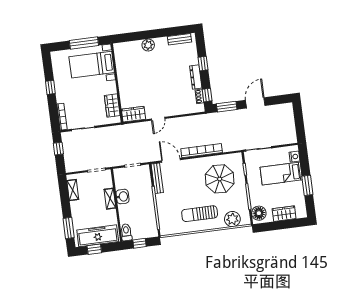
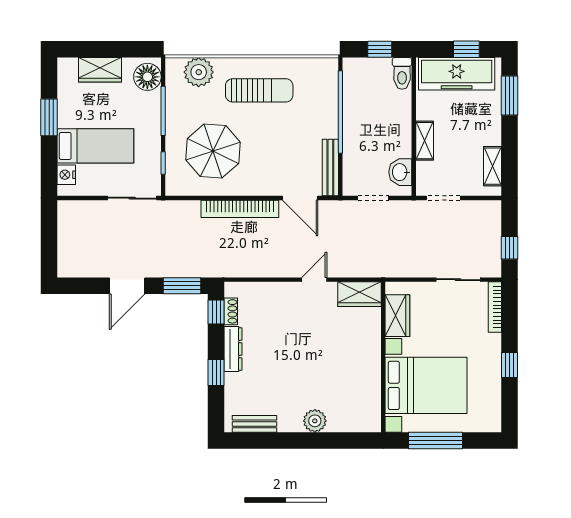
bed with nightstands: (92, 65) -> (426, 385), width x1.36
washbasin: (123, 197) -> (400, 172), moved

